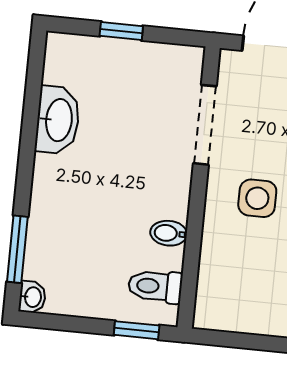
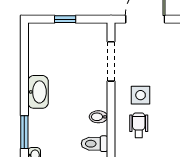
washbasin: (58, 120) -> (38, 92), moved
wheelchair: (248, 258) -> (139, 125), added

